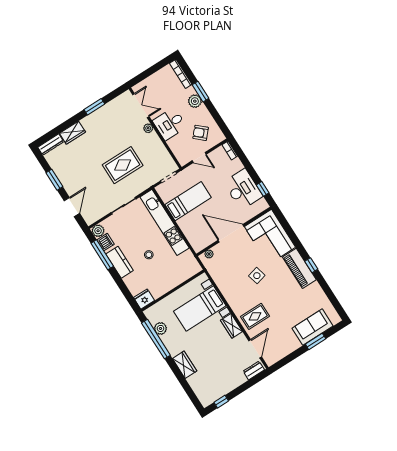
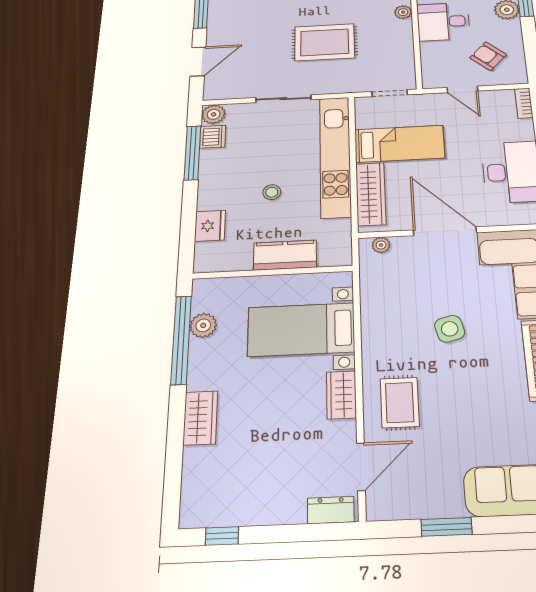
wardrobe: (191, 233) -> (371, 194), added
kitchen counter: (120, 262) -> (285, 255), moved, turned -90
fridge: (144, 299) -> (210, 226), moved, turned 90
rug: (255, 316) -> (400, 402), turned 90
window: (316, 341) -> (446, 527), moved

